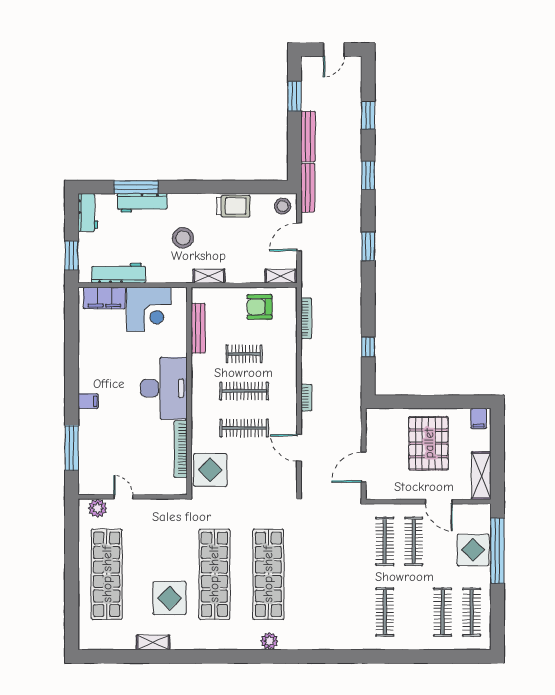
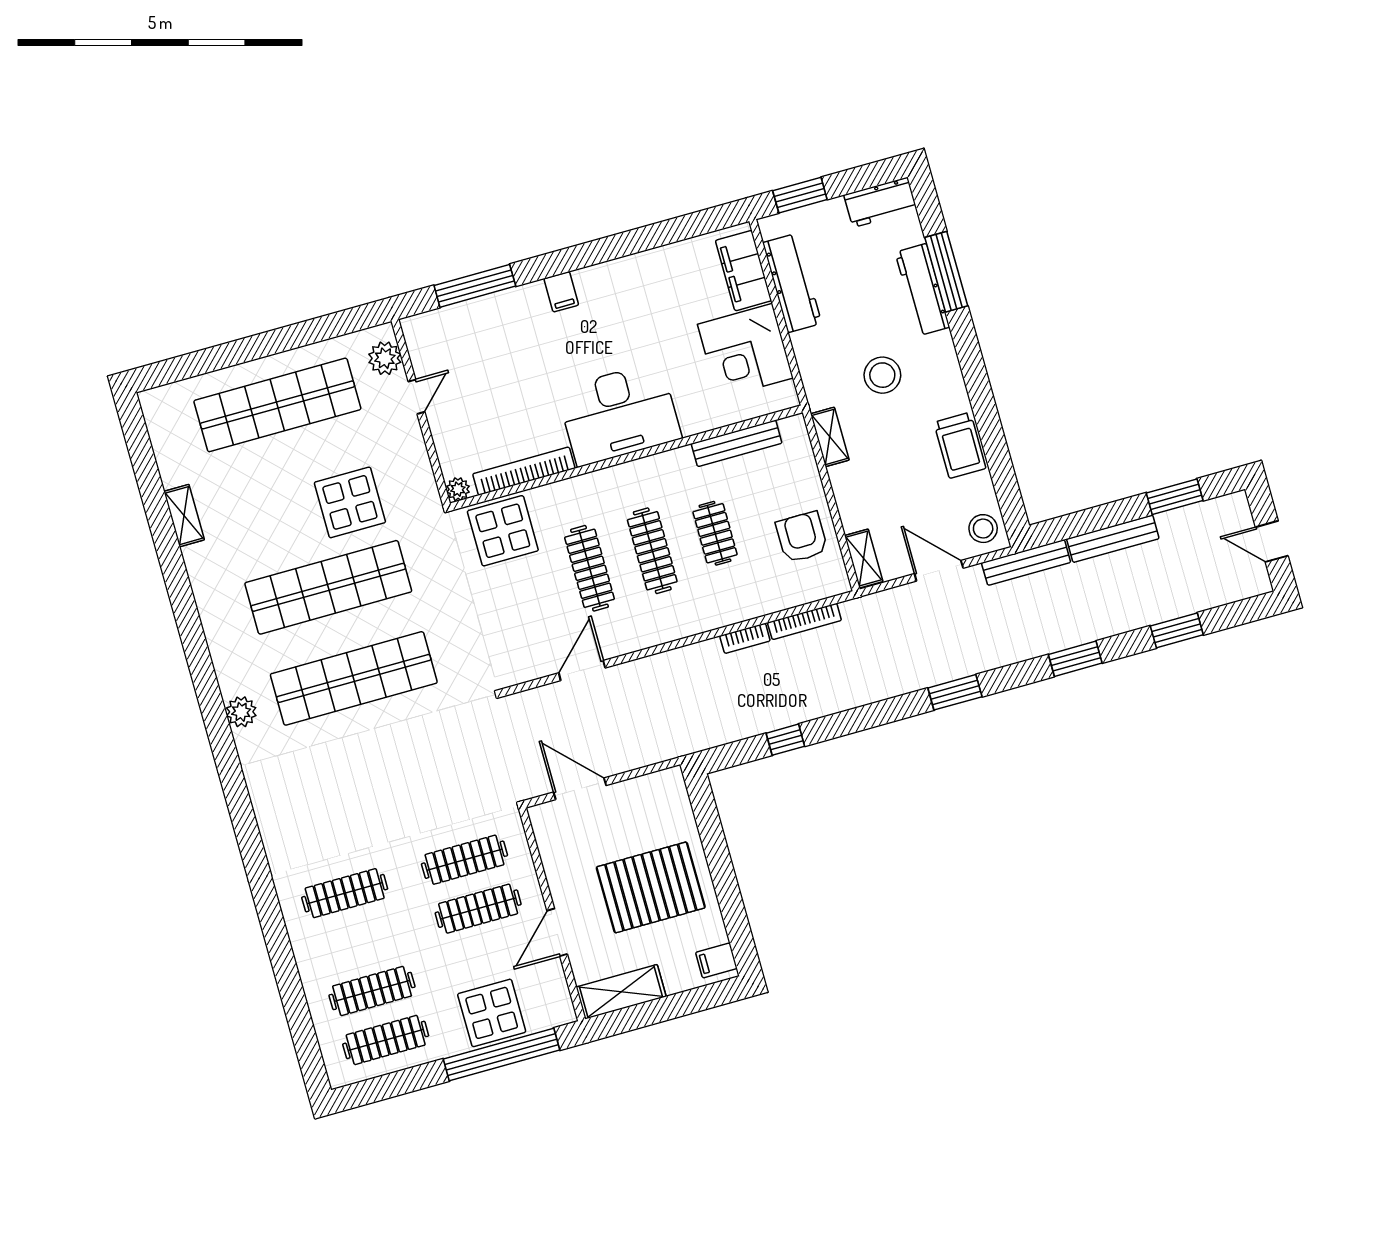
bookcase: (306, 398) -> (745, 638), moved
plant: (181, 488) -> (458, 489), added
display table: (169, 598) -> (350, 502), moved

